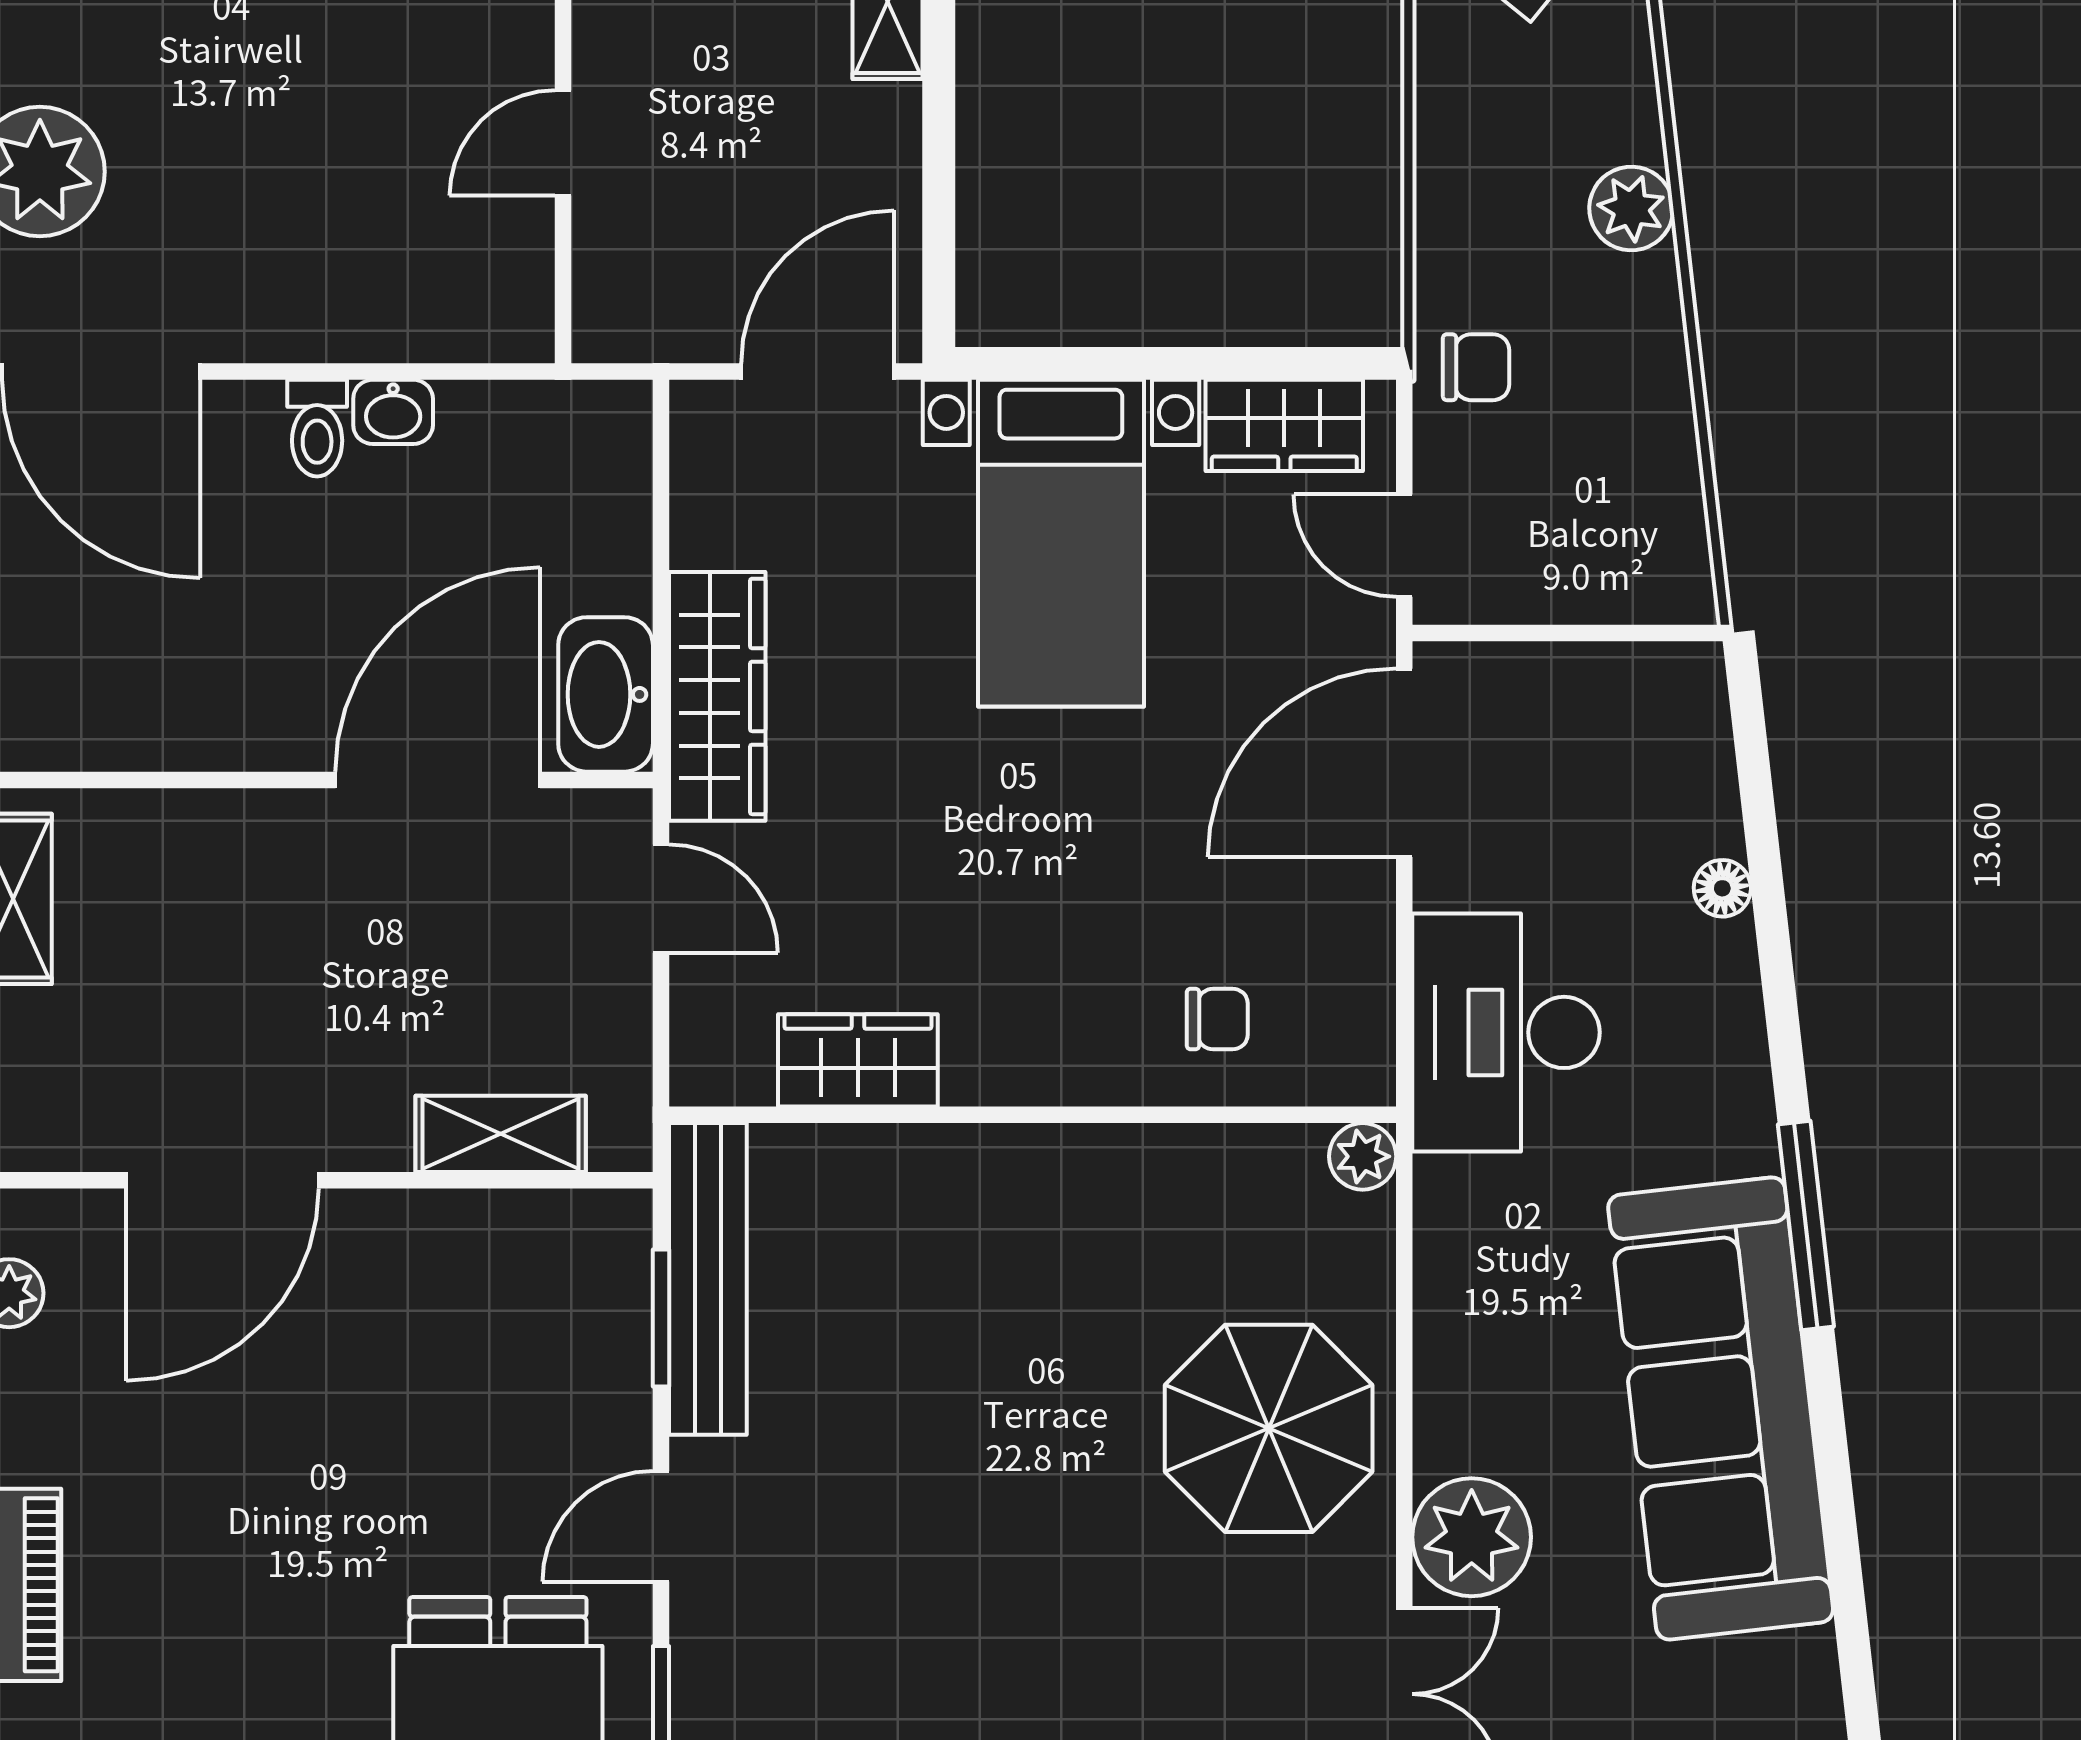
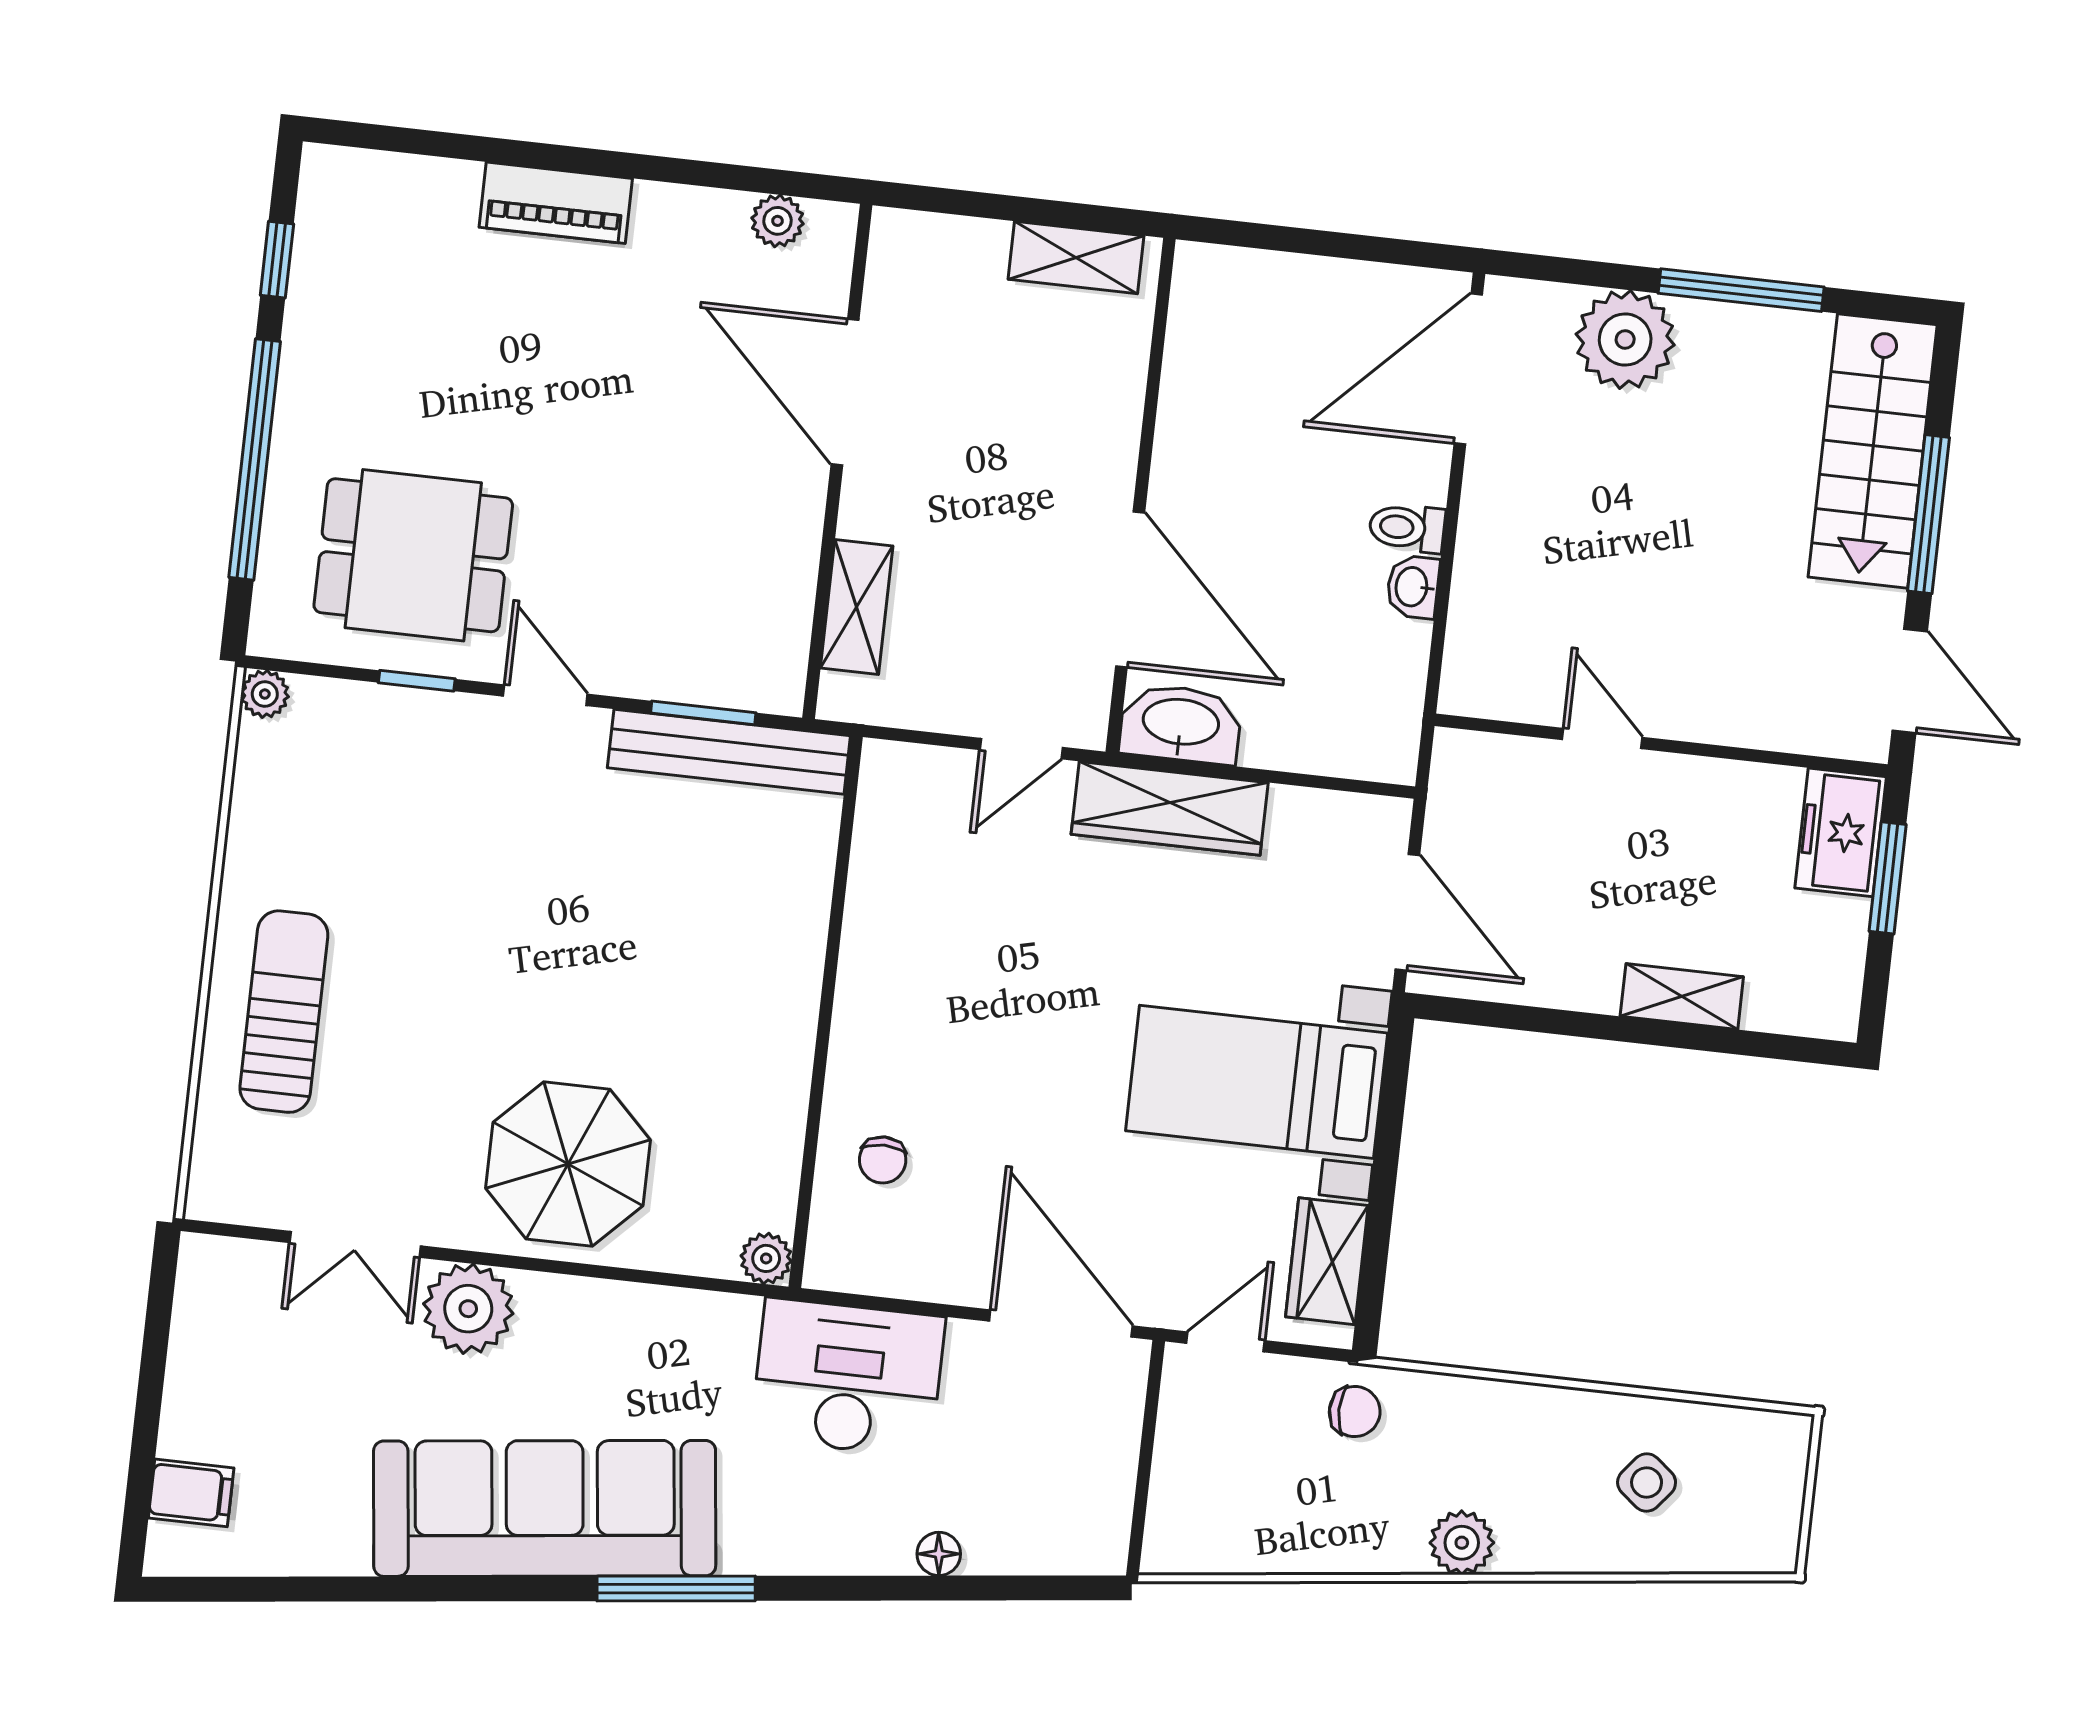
chair: (1476, 367) -> (1355, 1412), turned -90
wardrobe: (858, 1060) -> (882, 884), removed

